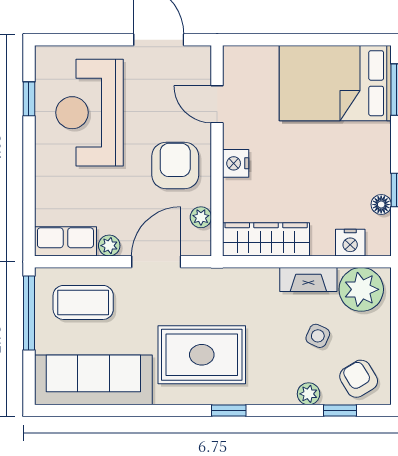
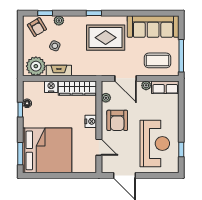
bed: (335, 83) -> (47, 150), width x1.36
nightstand: (350, 243) -> (51, 87), moved
door: (156, 262) -> (126, 78), hinge flipped

